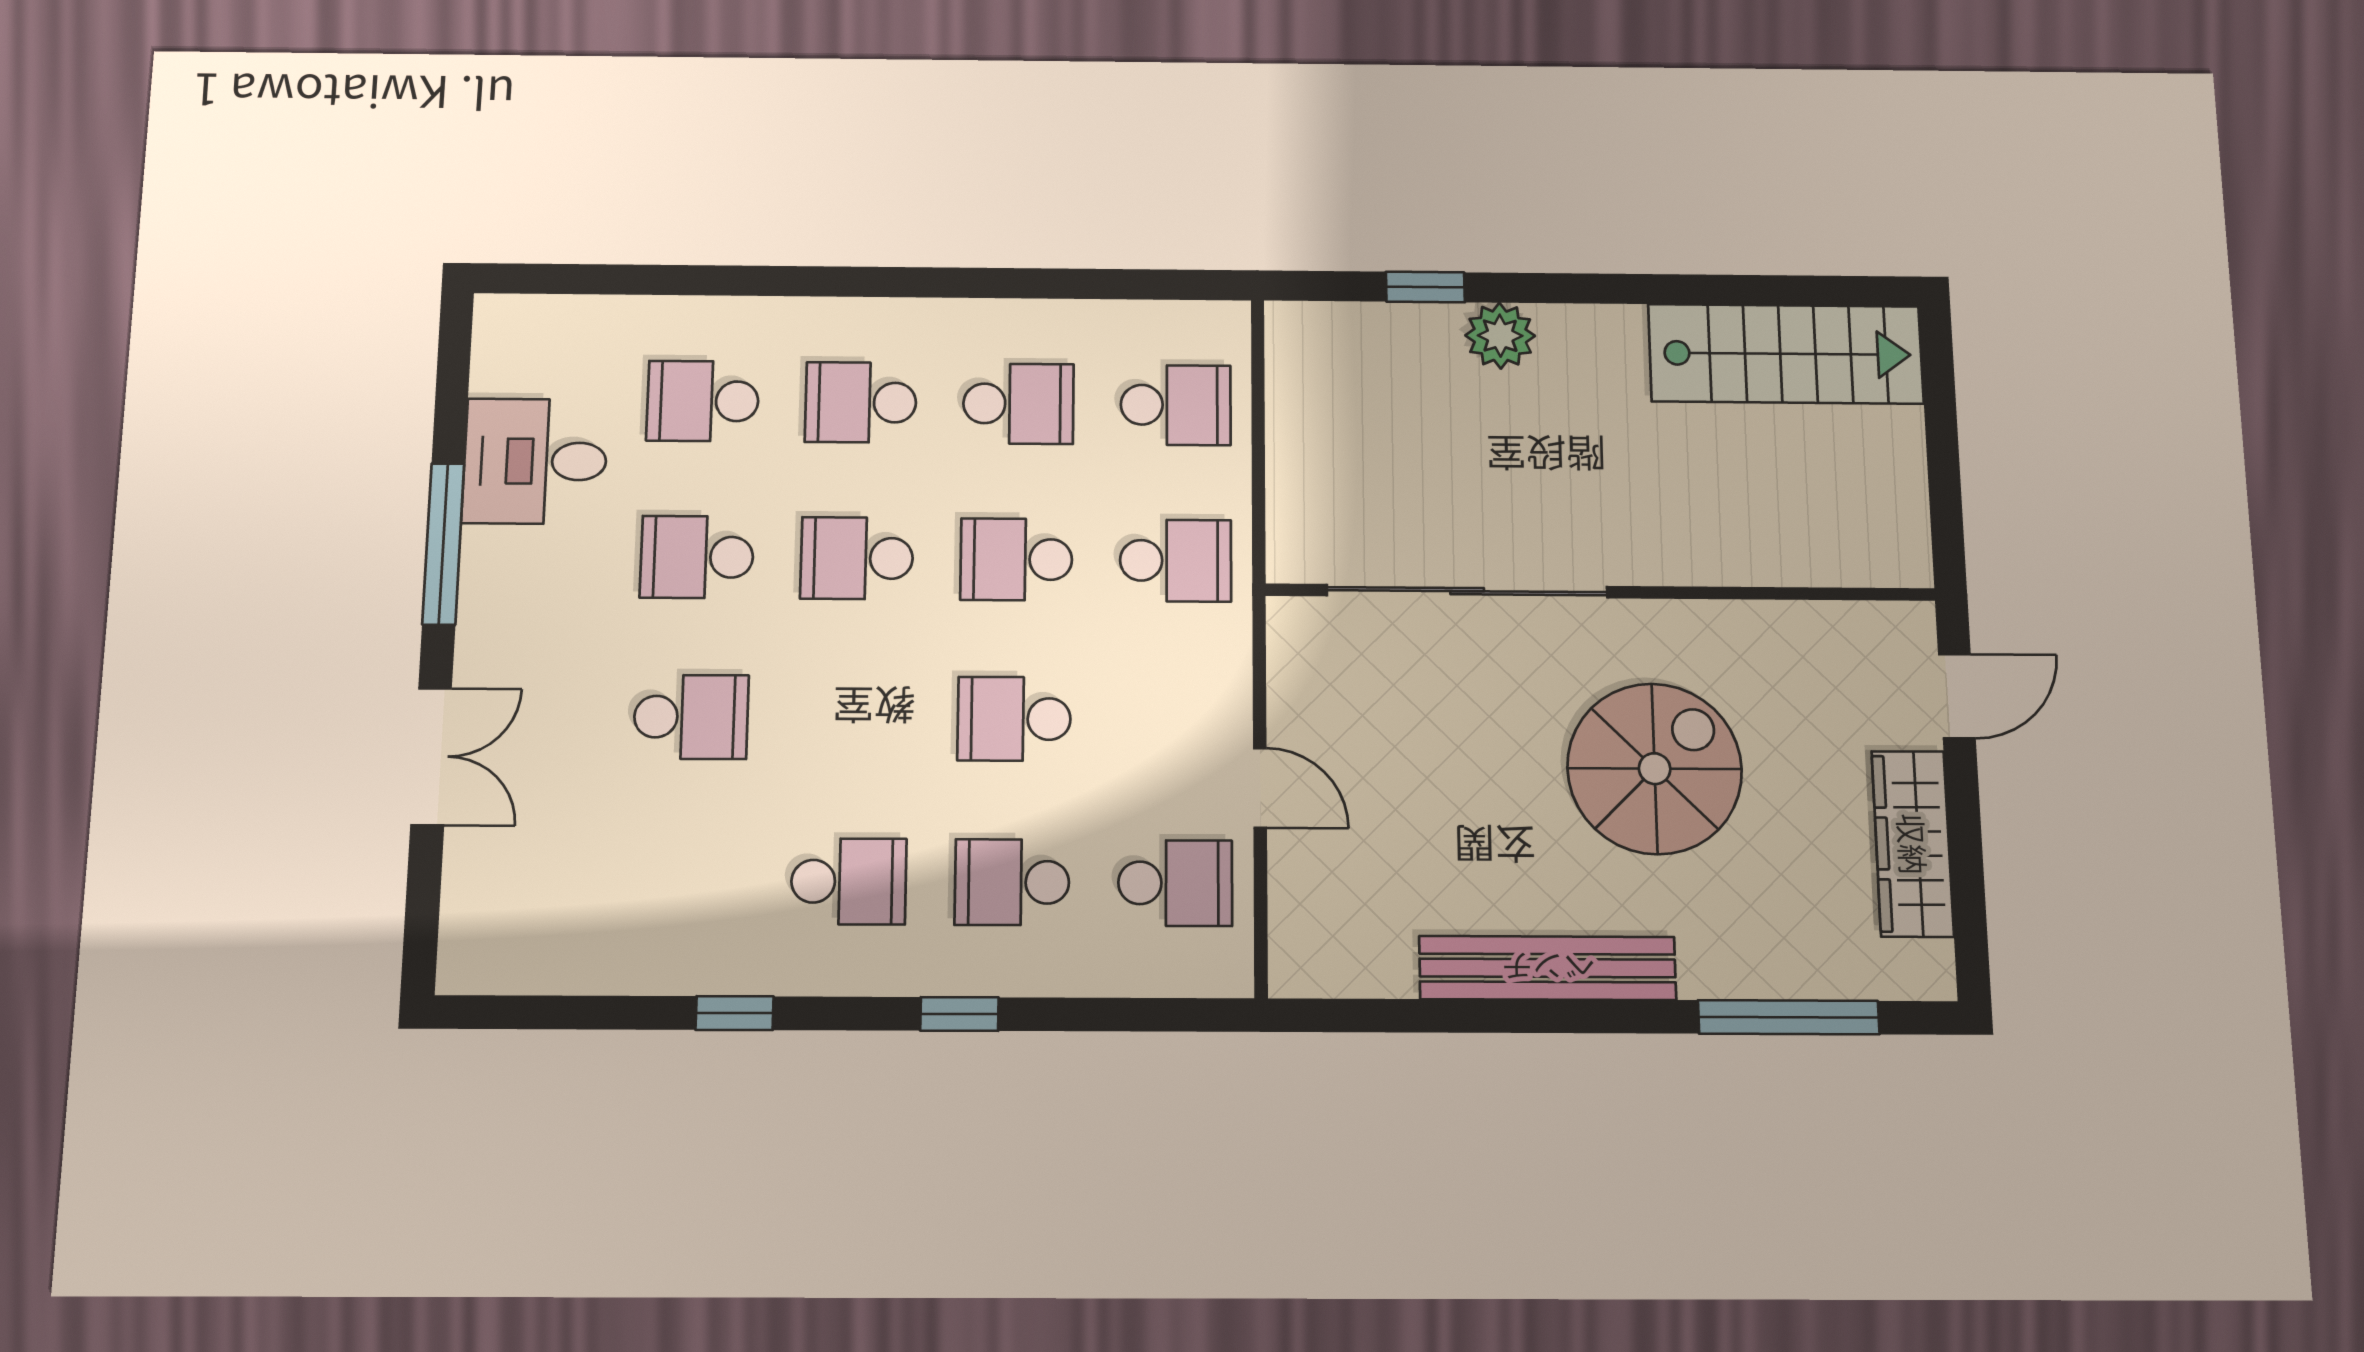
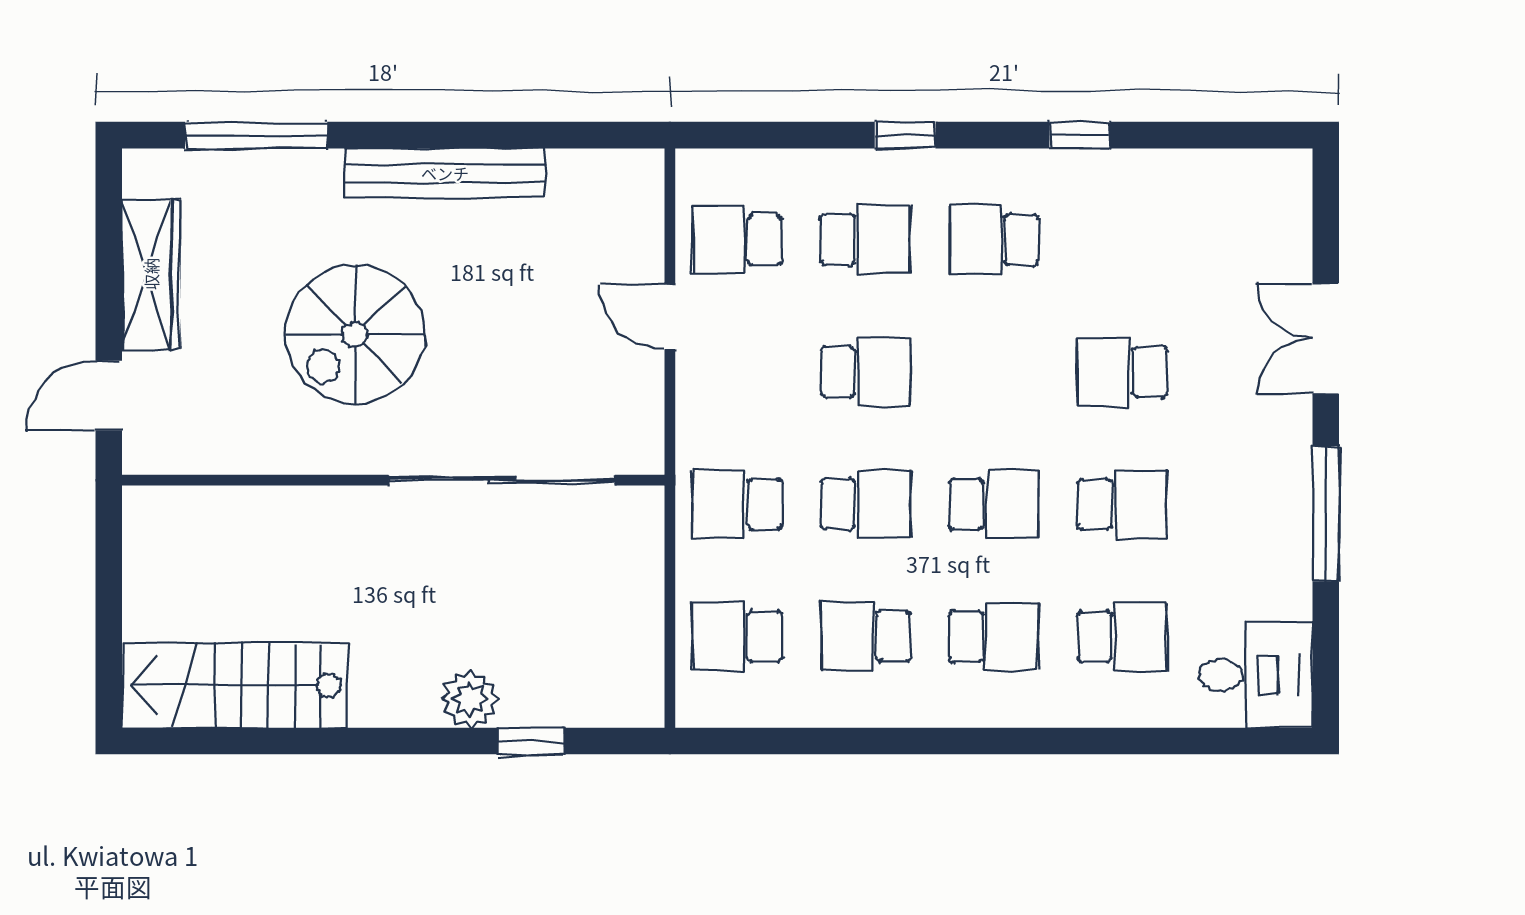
desk: (535, 461) -> (1256, 675), moved

